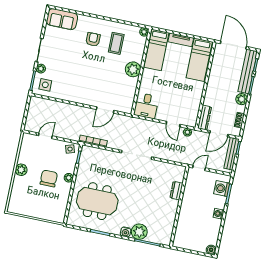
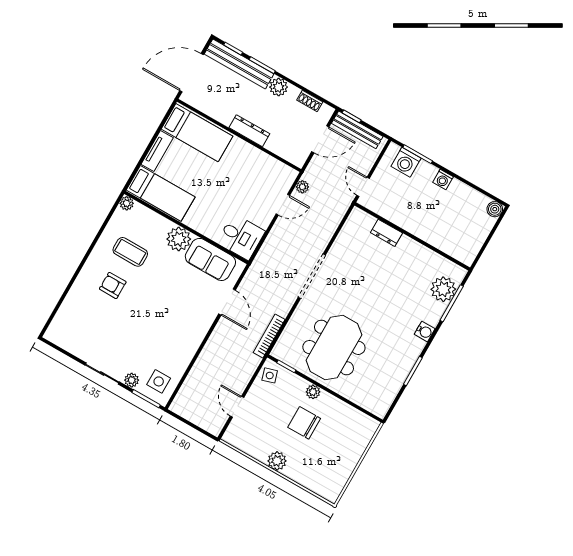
sofa: (62, 19) -> (210, 259), moved, turned 90
dresser: (205, 117) -> (249, 131), moved
door: (219, 134) -> (320, 139), hinge flipped
meeting table: (97, 201) -> (334, 347), moved
plant: (139, 232) -> (443, 289), moved

